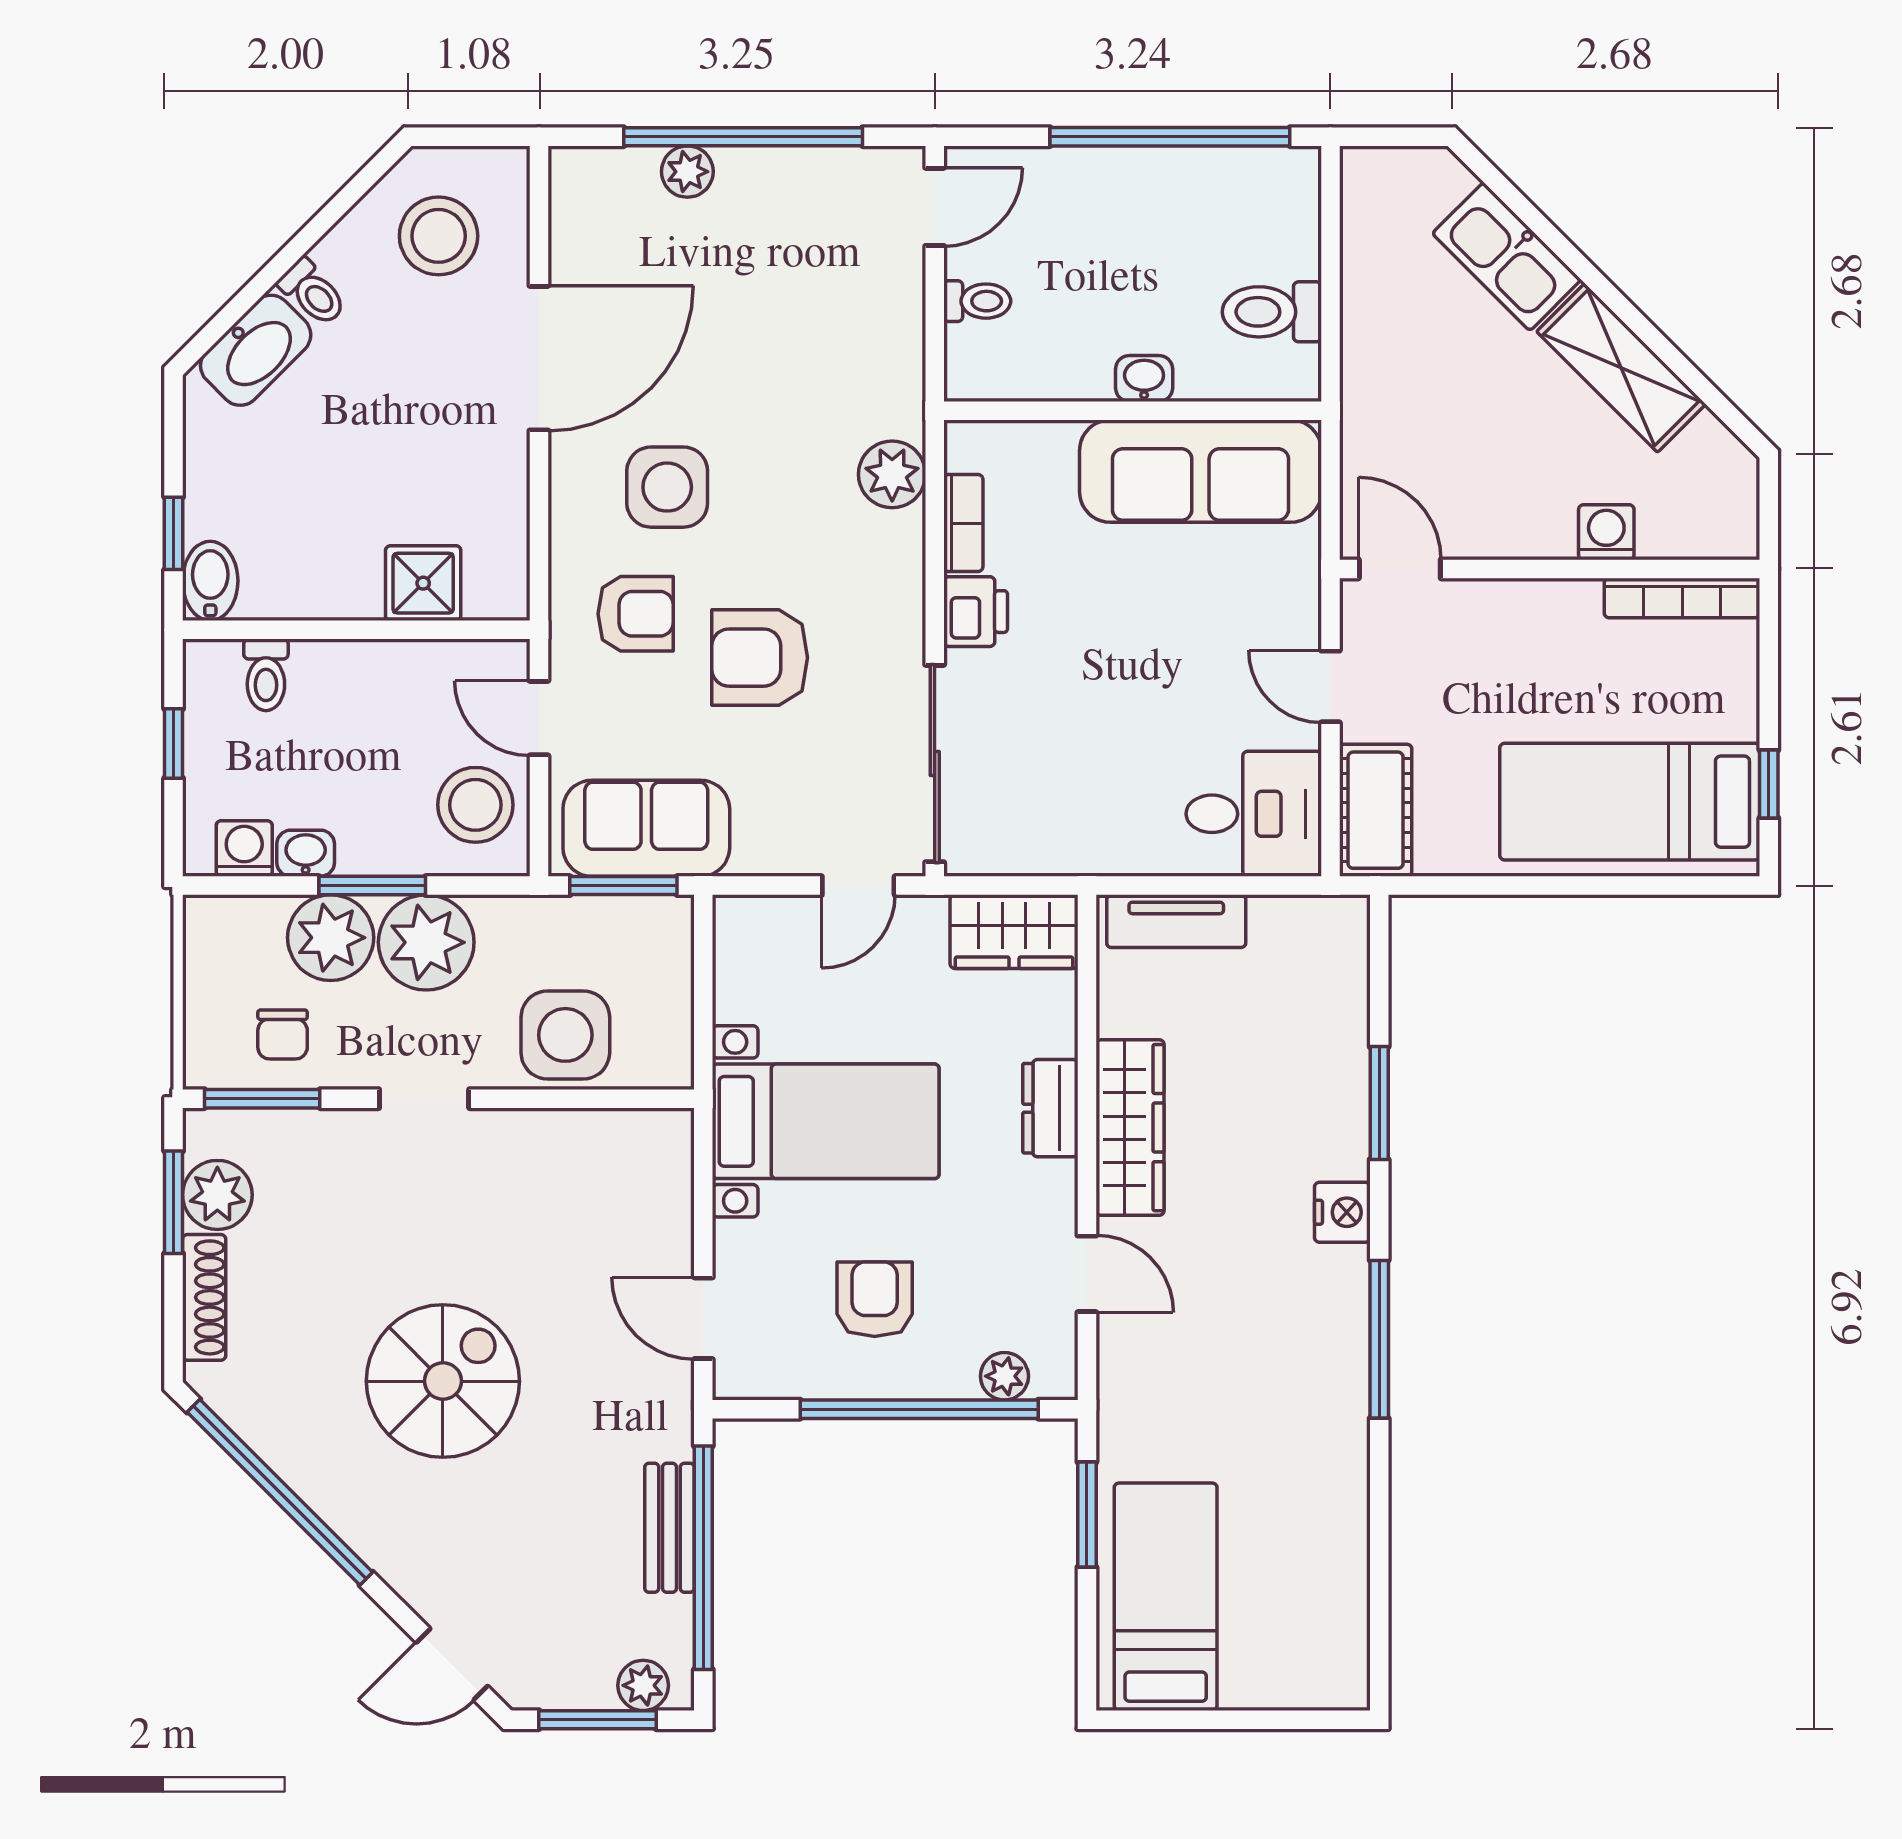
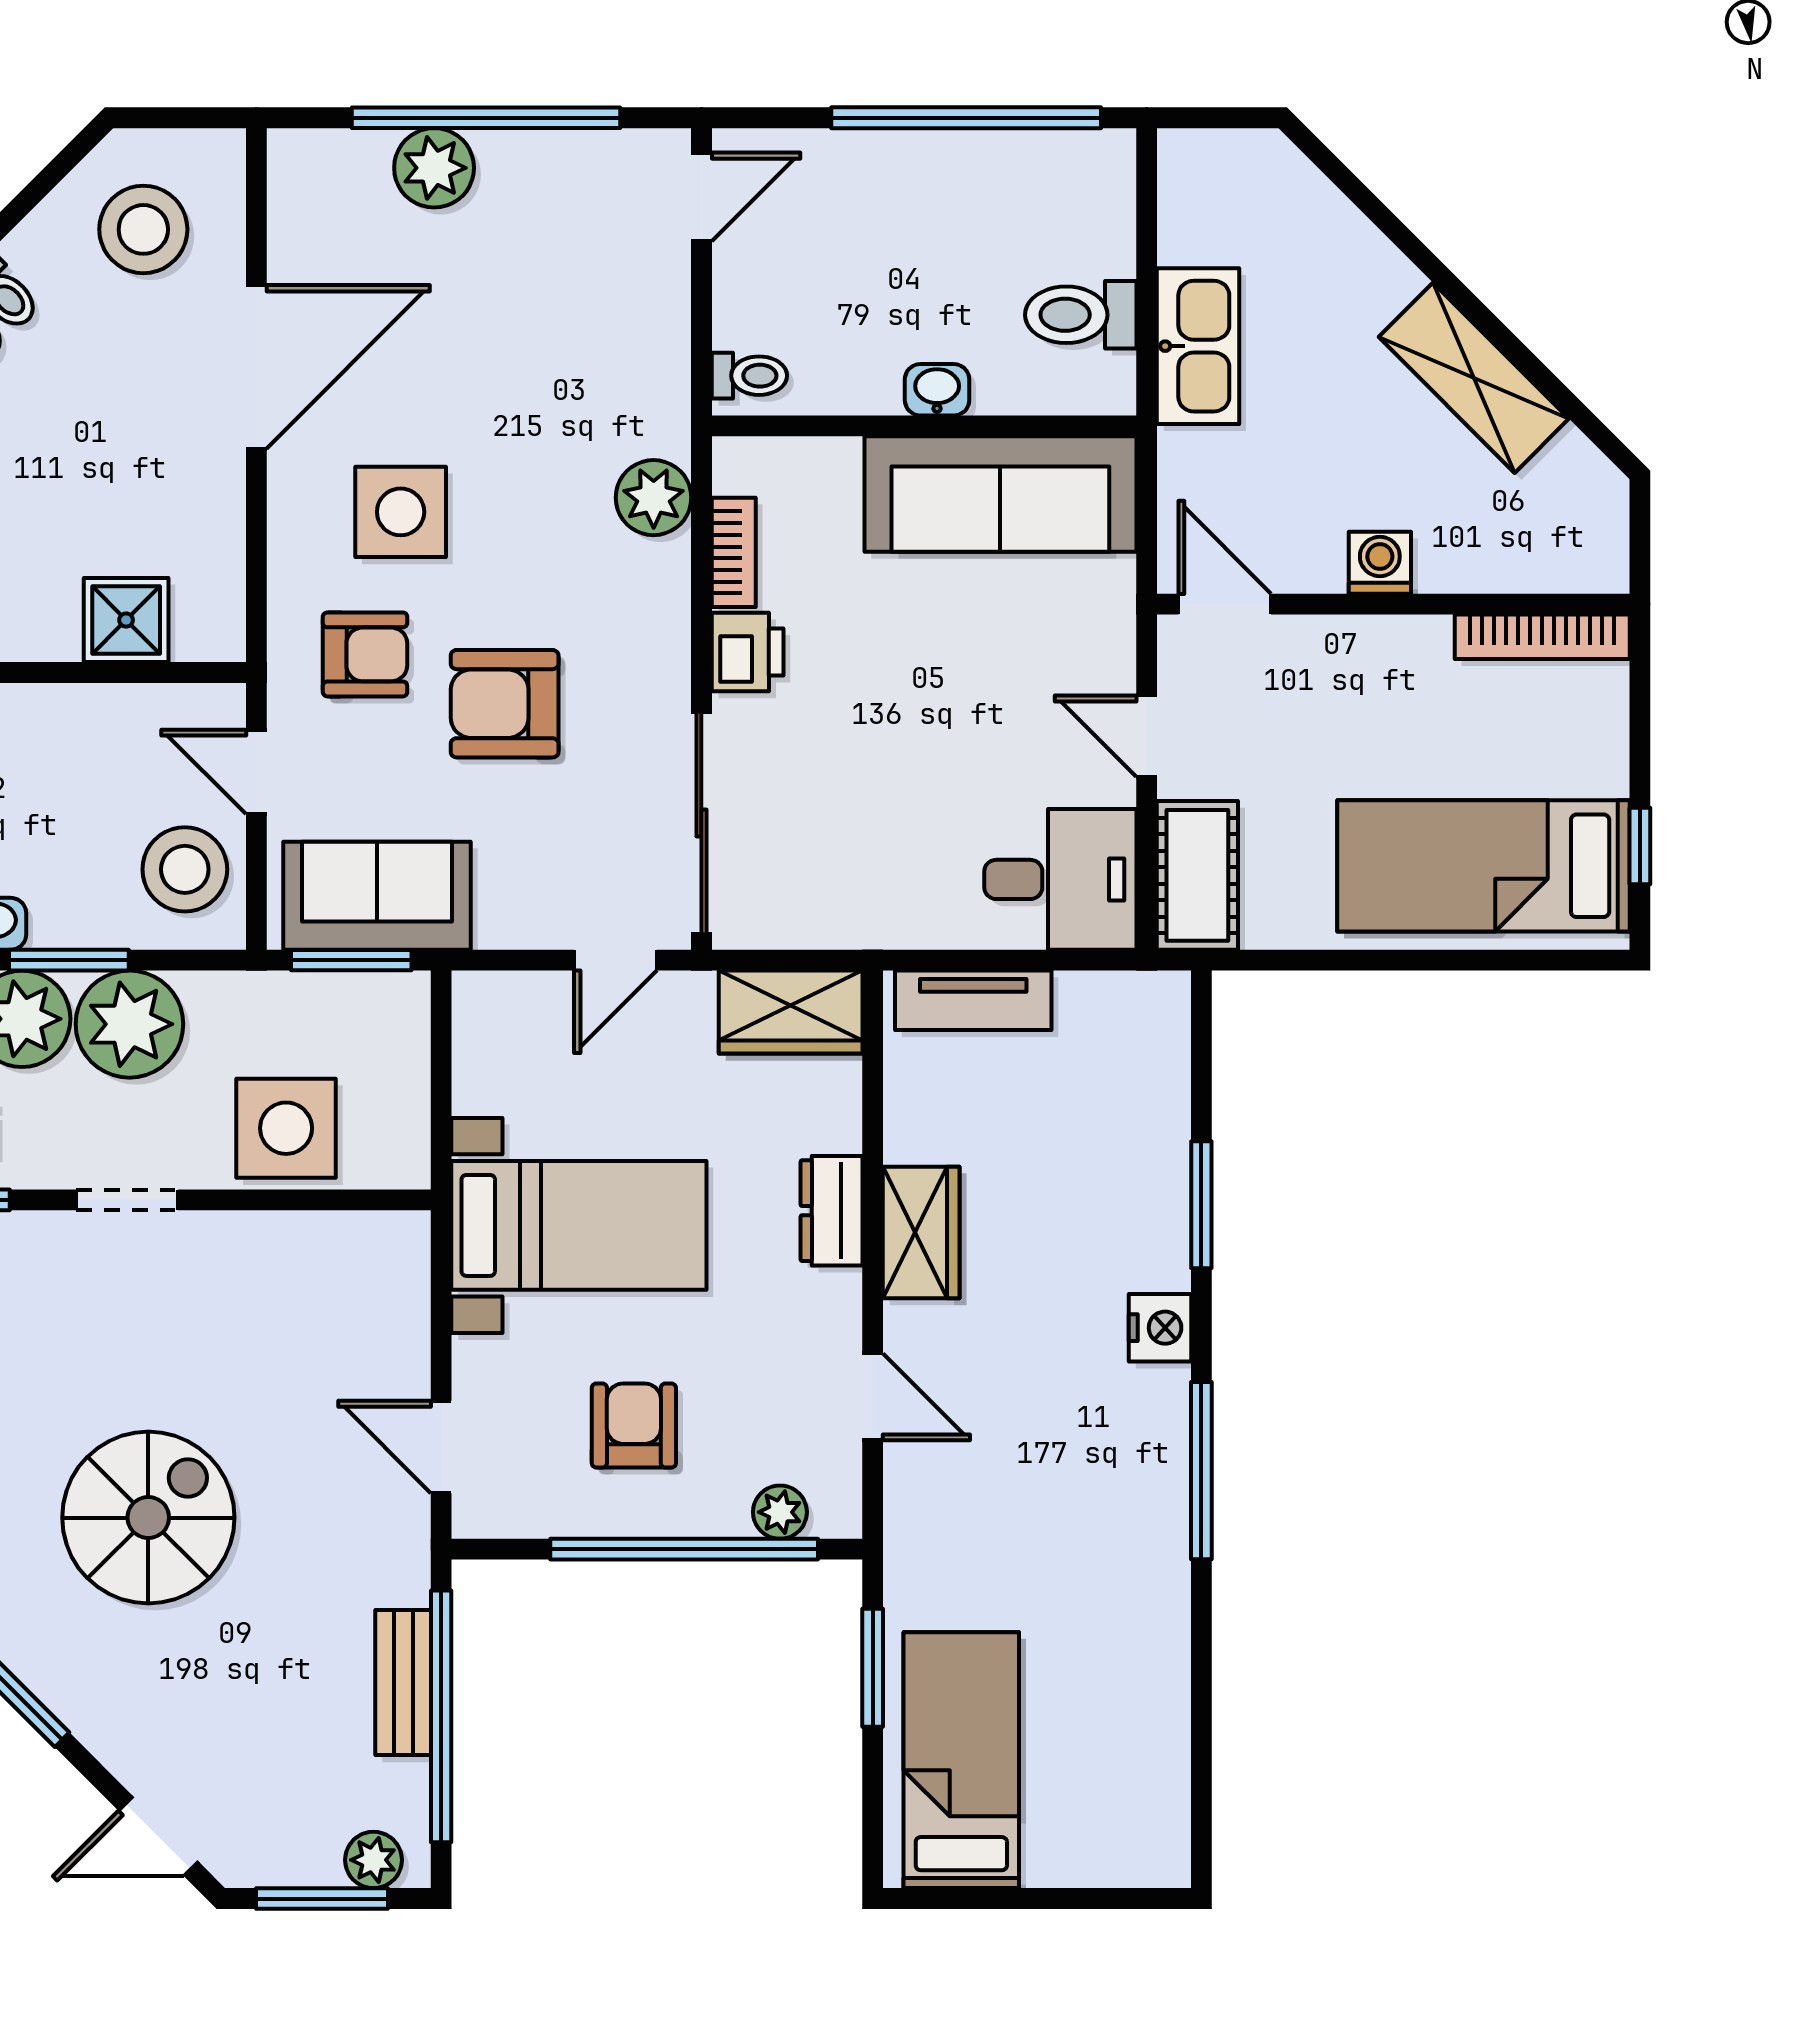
plant: (687, 172) -> (434, 168), width x1.38, depth x1.38
kitchen sink: (1507, 257) -> (1198, 346), moved, turned -135
toilet: (977, 301) -> (749, 376), moved
washing machine: (1606, 532) -> (1380, 563), moved
wardrobe: (1130, 1128) -> (921, 1232), width x0.67

